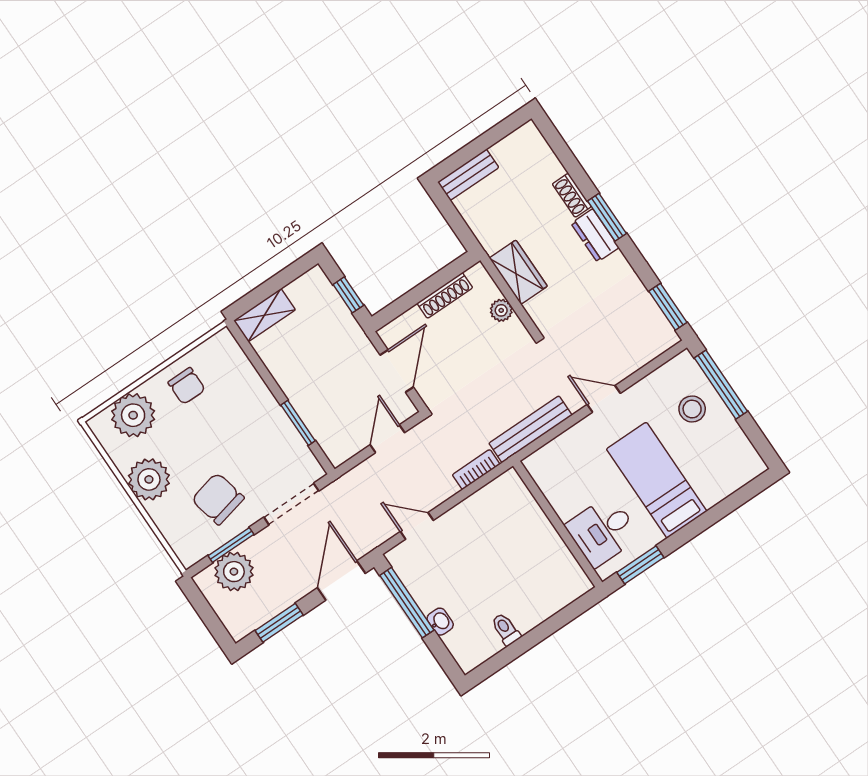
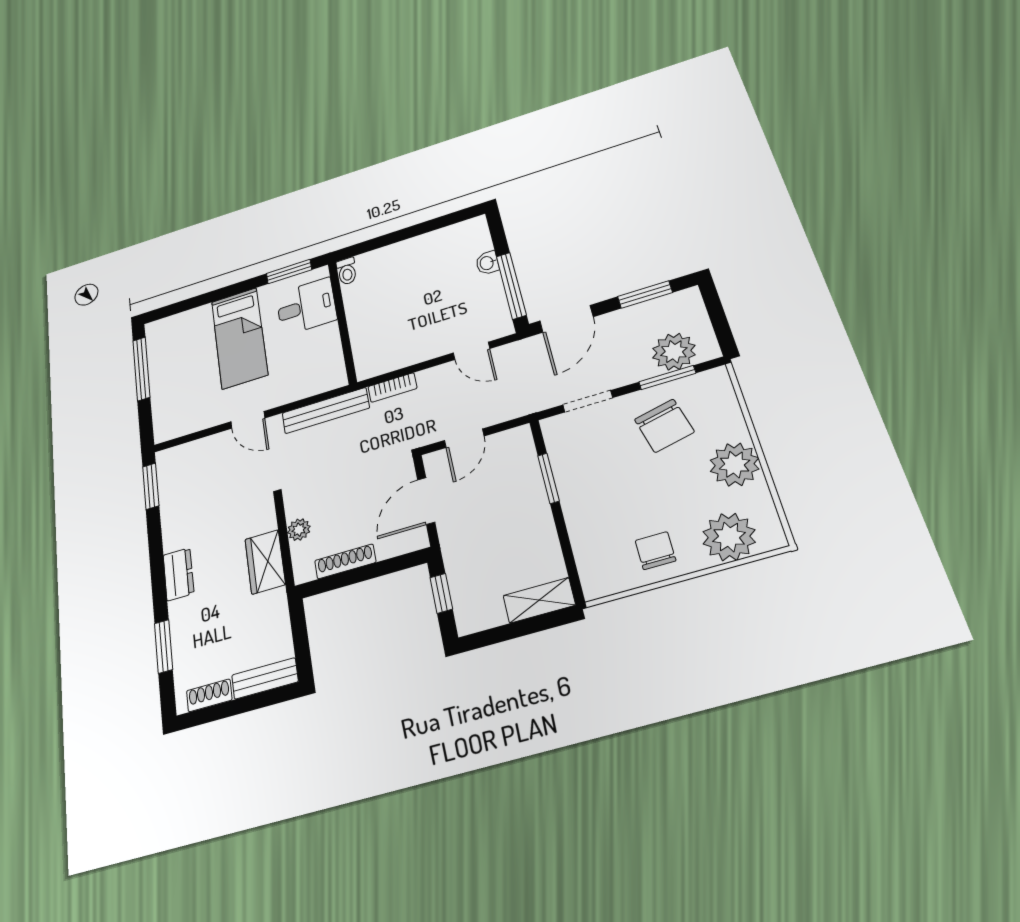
shoe rack: (572, 195) -> (209, 695), moved, turned -90
window: (607, 217) -> (164, 646), moved
window: (721, 385) -> (141, 369), moved
stool: (692, 409) -> (179, 390), removed
doorway: (291, 504) -> (588, 401), width x0.73
toilet: (506, 629) -> (347, 271), moved

